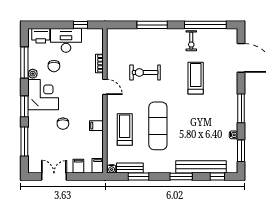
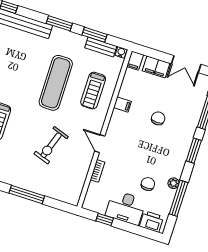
exercise bike: (145, 72) -> (51, 145), turned 109
corner desk: (43, 95) -> (169, 157), removed
filing cabinet: (78, 166) -> (156, 67), width x2.00
window: (181, 177) -> (59, 23), moved

